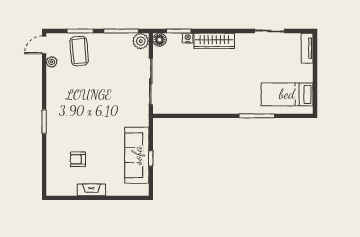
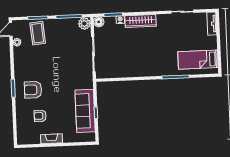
armchair: (70, 125) -> (33, 90), added

